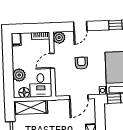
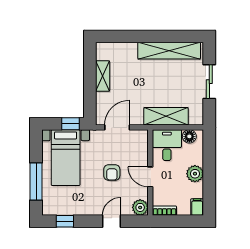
door: (52, 61) -> (150, 177), swing flipped
plant: (19, 75) -> (195, 174), moved
shelving: (31, 107) -> (166, 116), moved

